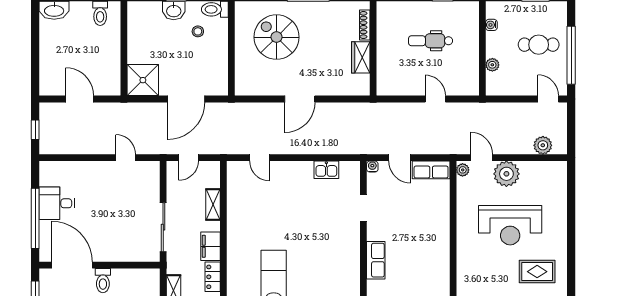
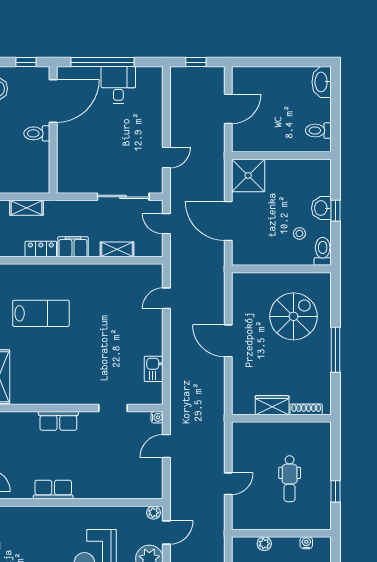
dental chair: (431, 41) -> (290, 479), turned 180
row of seats: (431, 170) -> (53, 489), moved, turned 90
sliding door: (163, 227) -> (123, 197), moved

